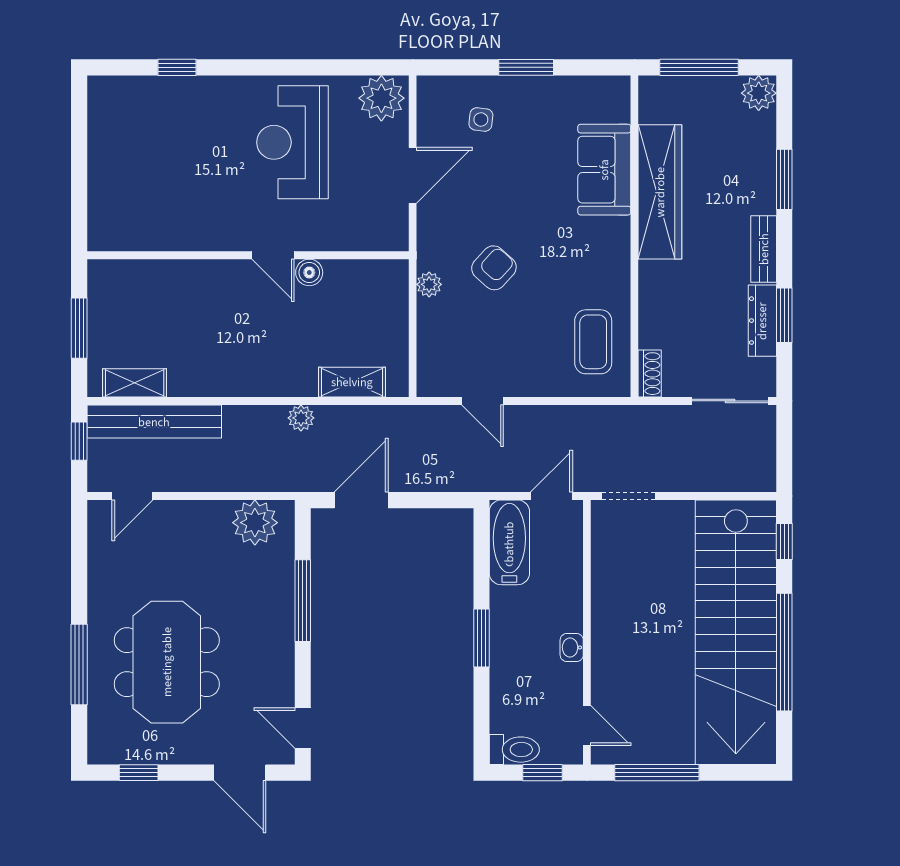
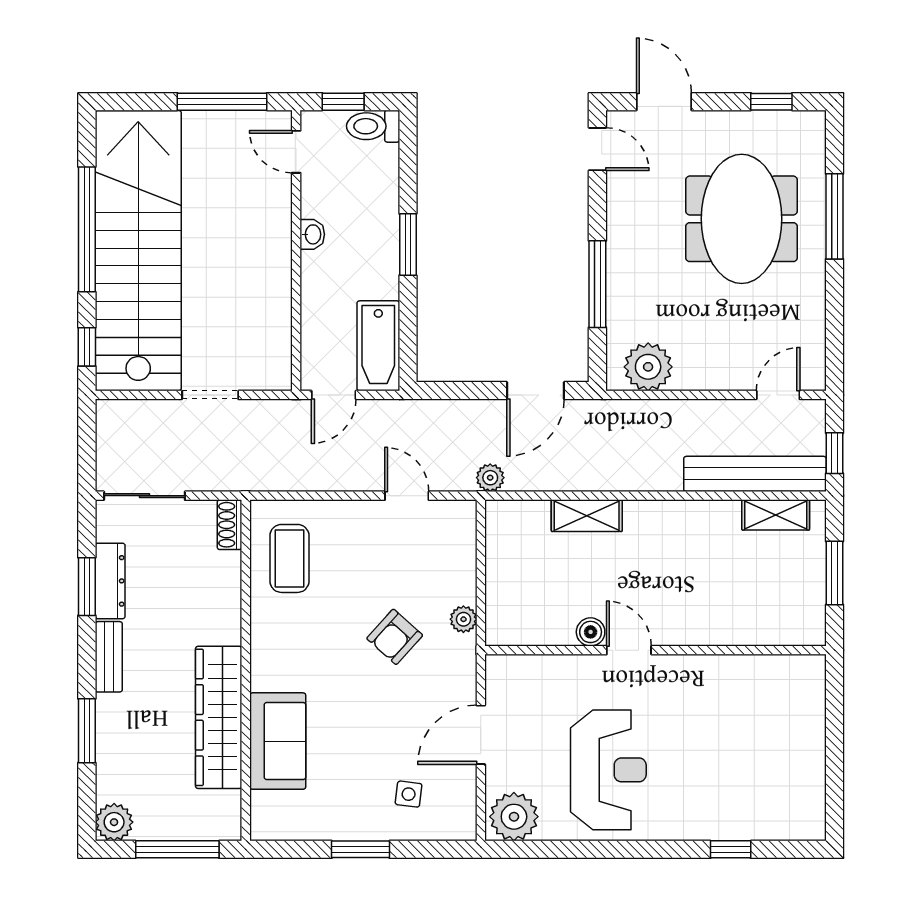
shelving: (352, 382) -> (587, 516), moved
plant: (301, 418) -> (490, 478), moved
doorway: (628, 496) -> (210, 395), moved

